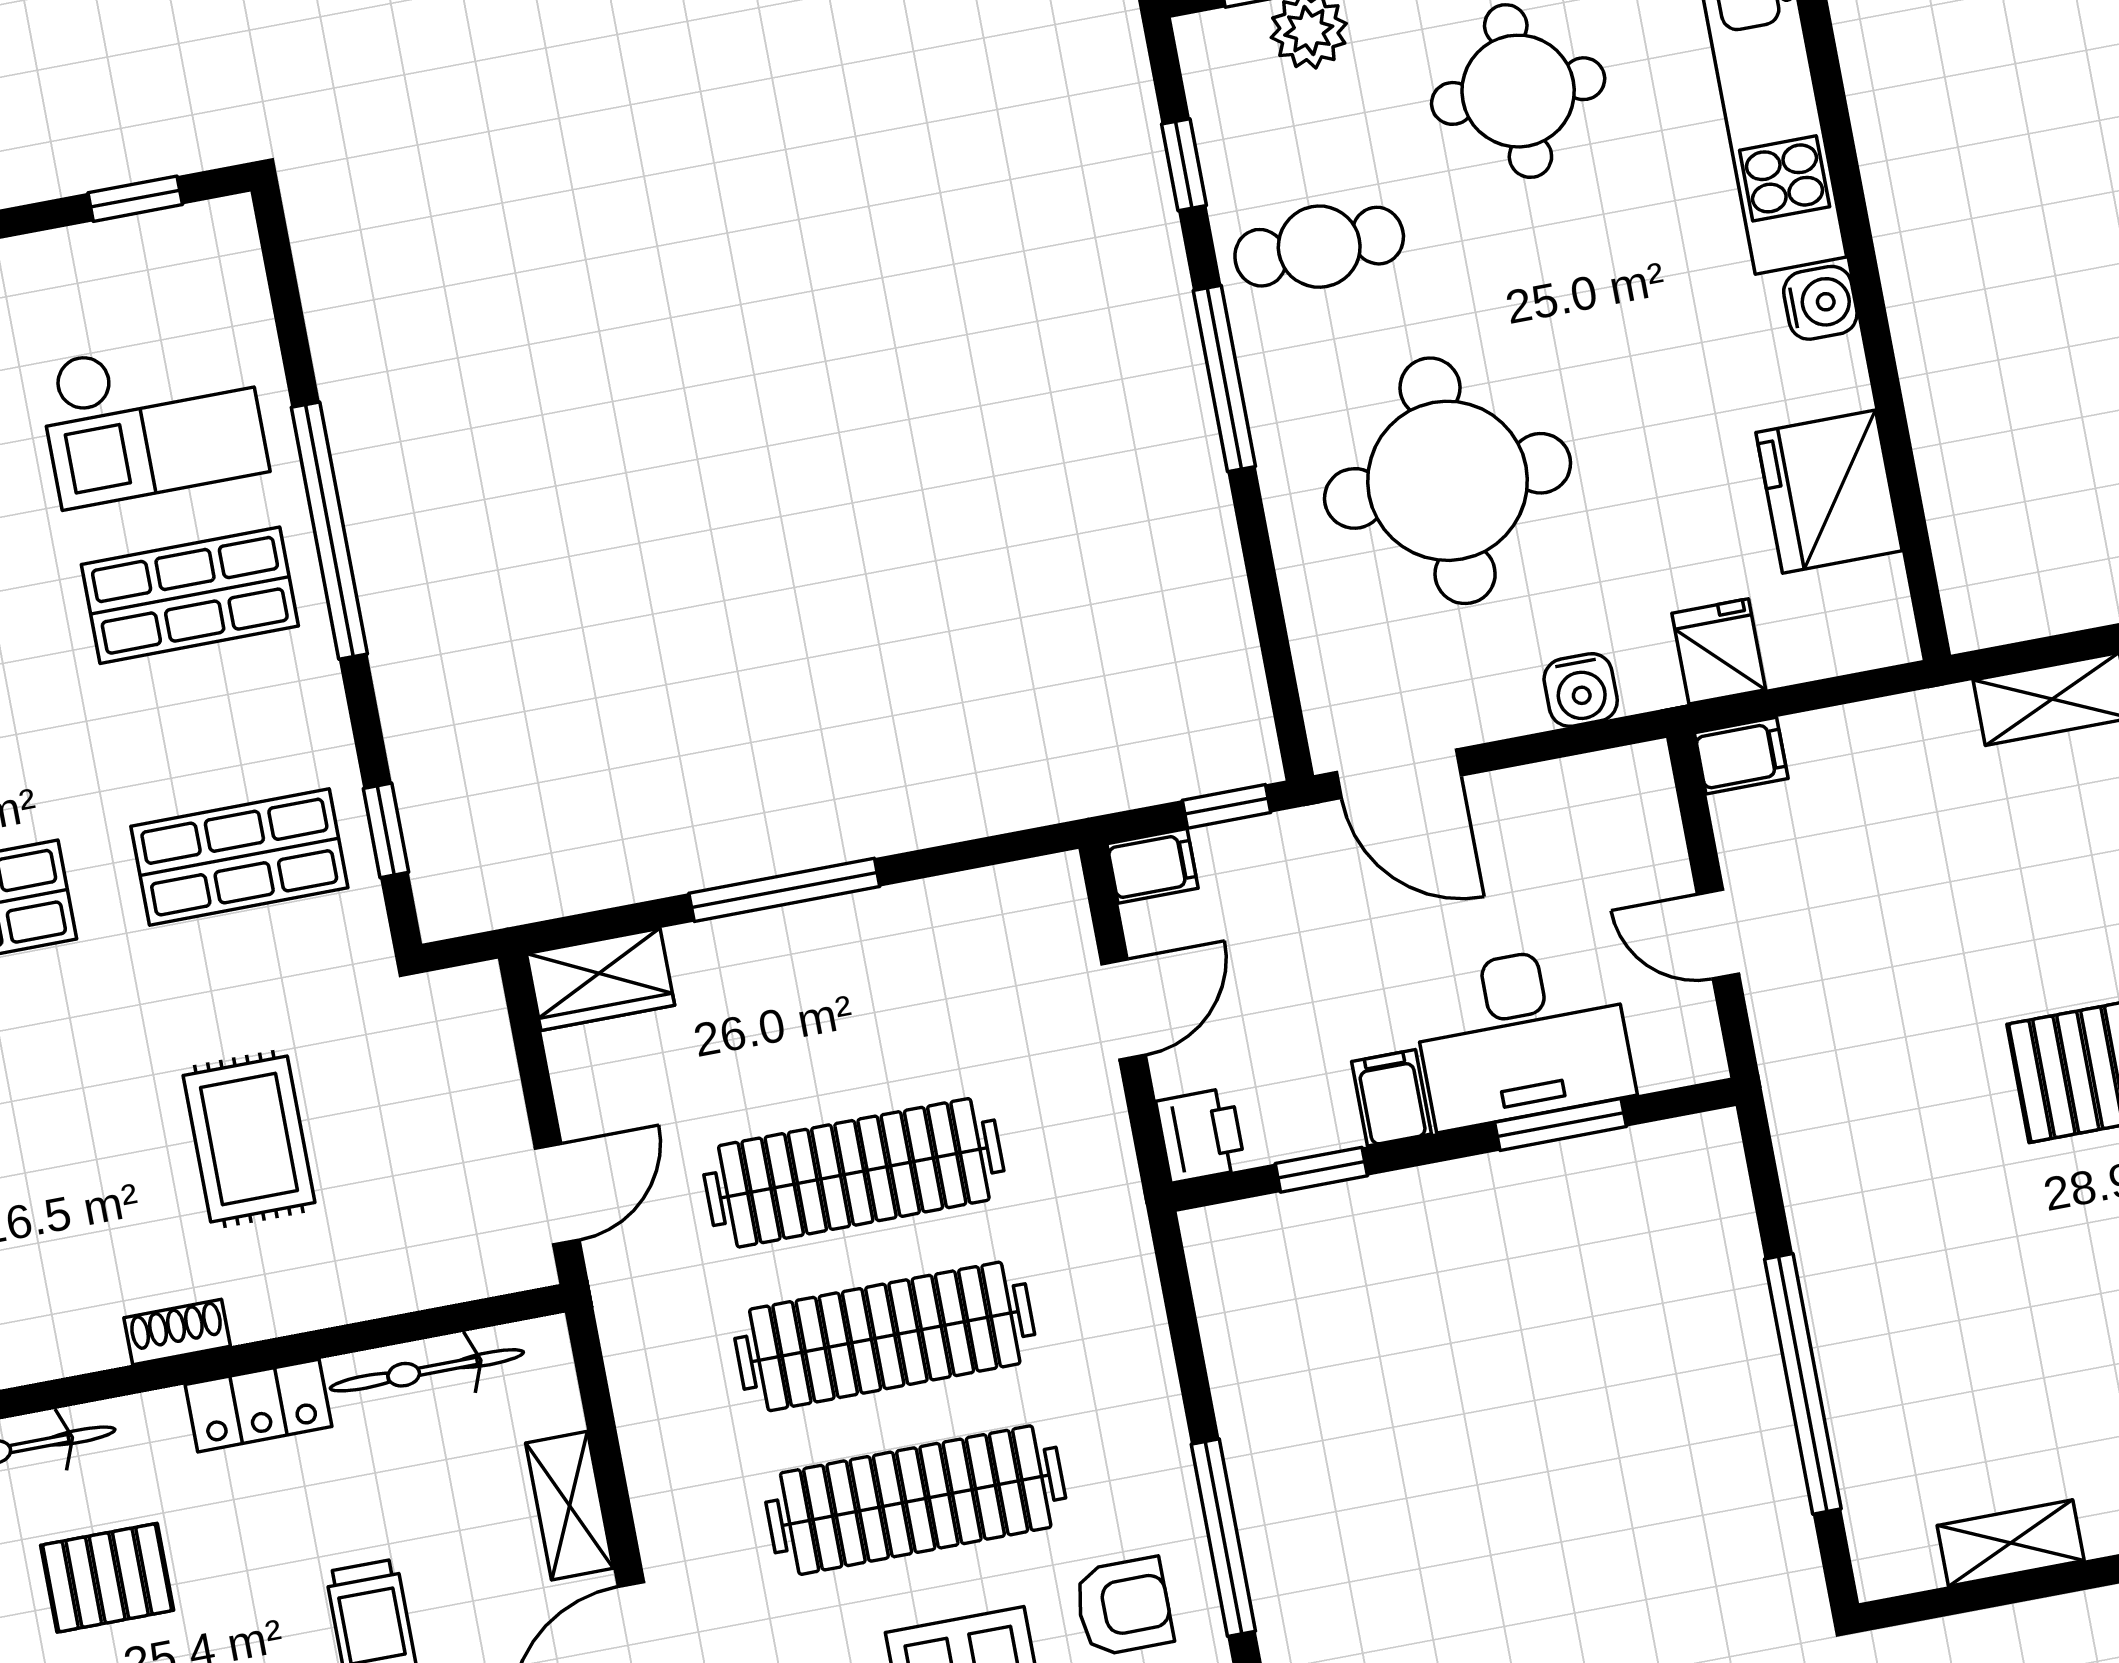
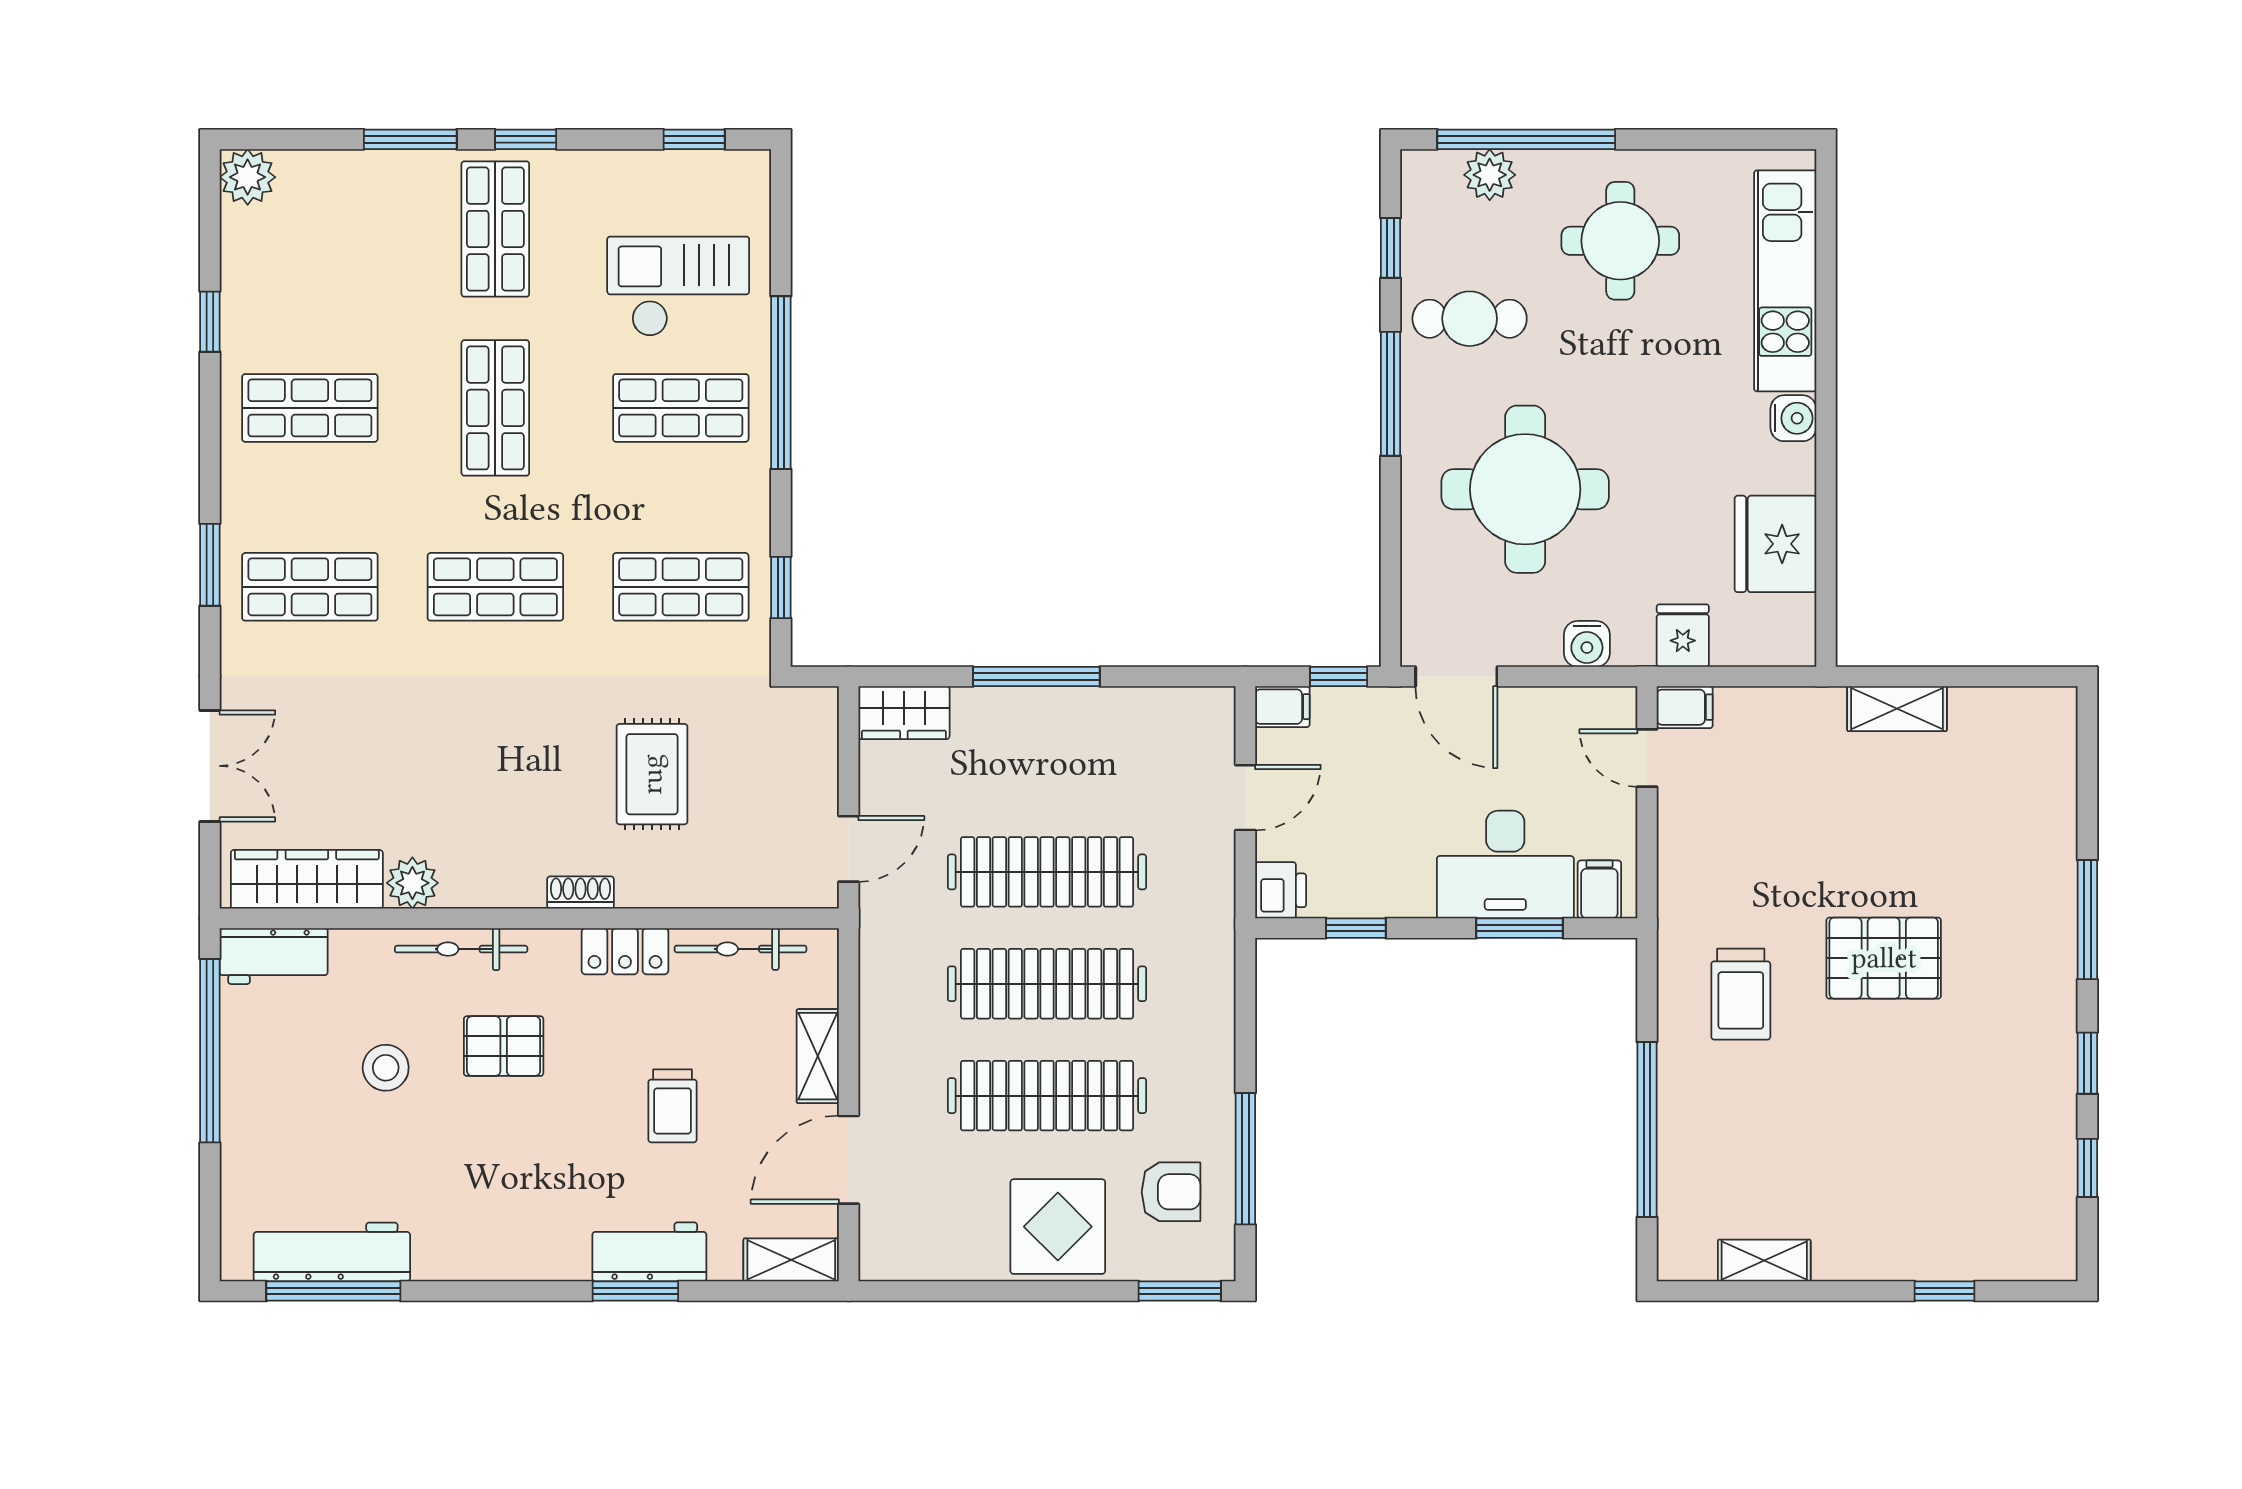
checkout: (153, 418) -> (678, 286), turned 180
door: (1718, 934) -> (1647, 758), moved
filing cabinet: (1391, 1098) -> (1599, 889), moved
trolley: (1903, 1160) -> (1741, 994), added

